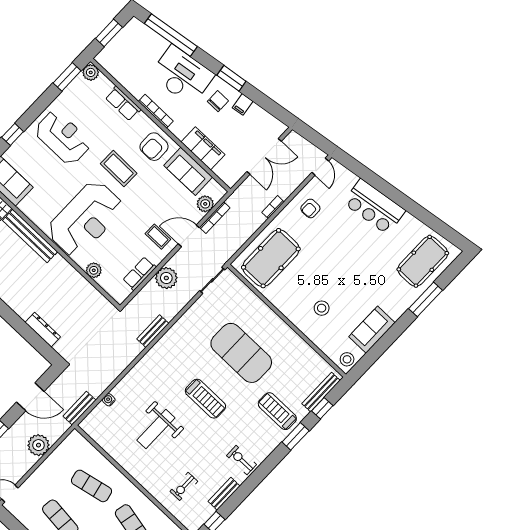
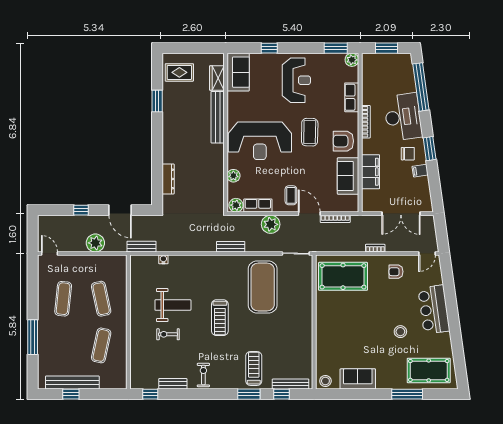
plant: (205, 204) -> (236, 205), moved
stool: (322, 308) -> (400, 332), moved
exercise mat: (241, 353) -> (263, 287), moved
weight bench: (156, 429) -> (173, 305), turned 180
exercise bike: (184, 486) -> (168, 334), moved

